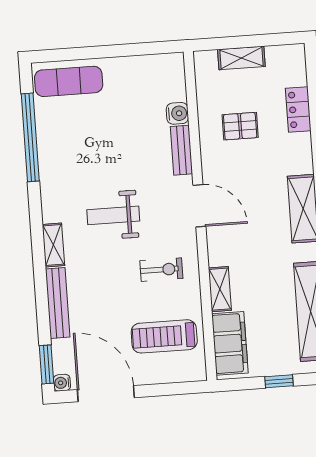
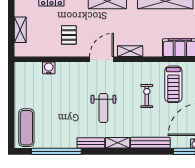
pallet: (240, 126) -> (69, 35), moved
bench: (181, 150) -> (91, 143), moved
exercise bike: (161, 270) -> (147, 96), moved
shelving: (220, 289) -> (130, 51), moved

